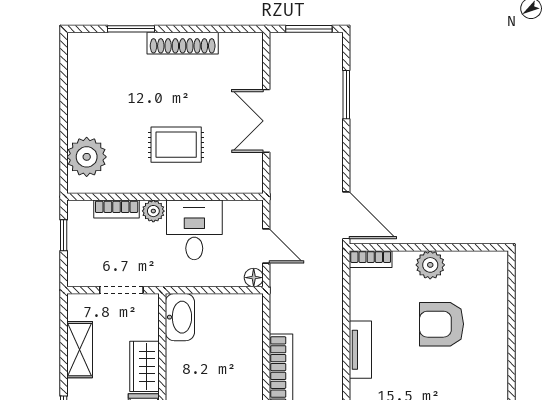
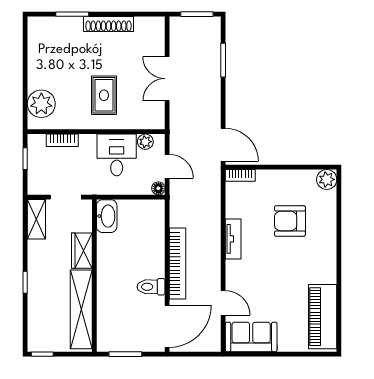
rug: (176, 145) -> (104, 95), turned 90
plant: (153, 211) -> (145, 142), moved
plant: (430, 265) -> (327, 179), moved
shelving: (80, 350) -> (36, 219), moved

